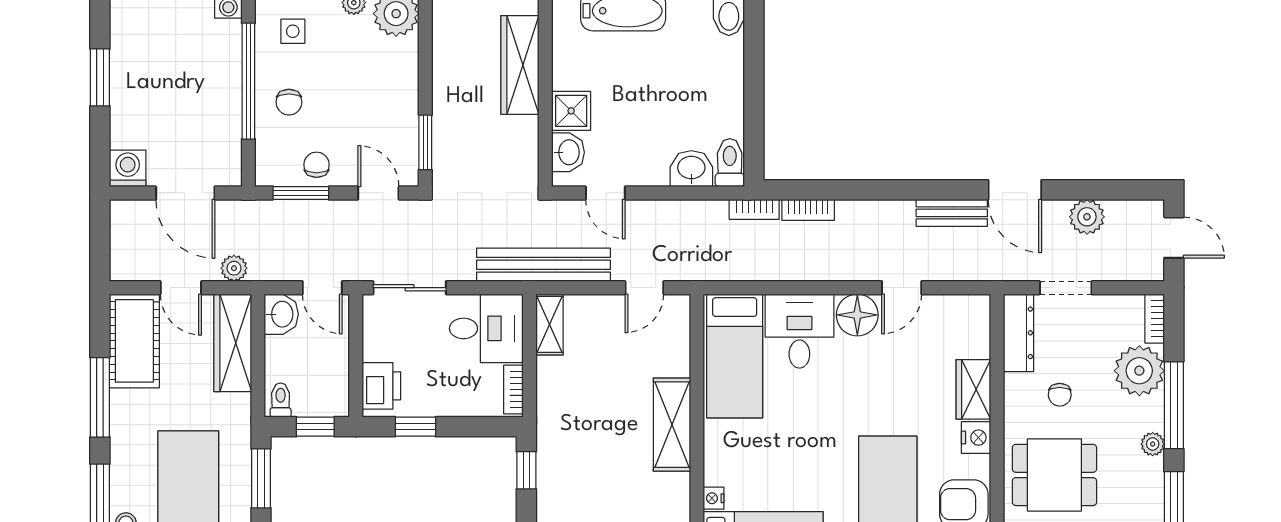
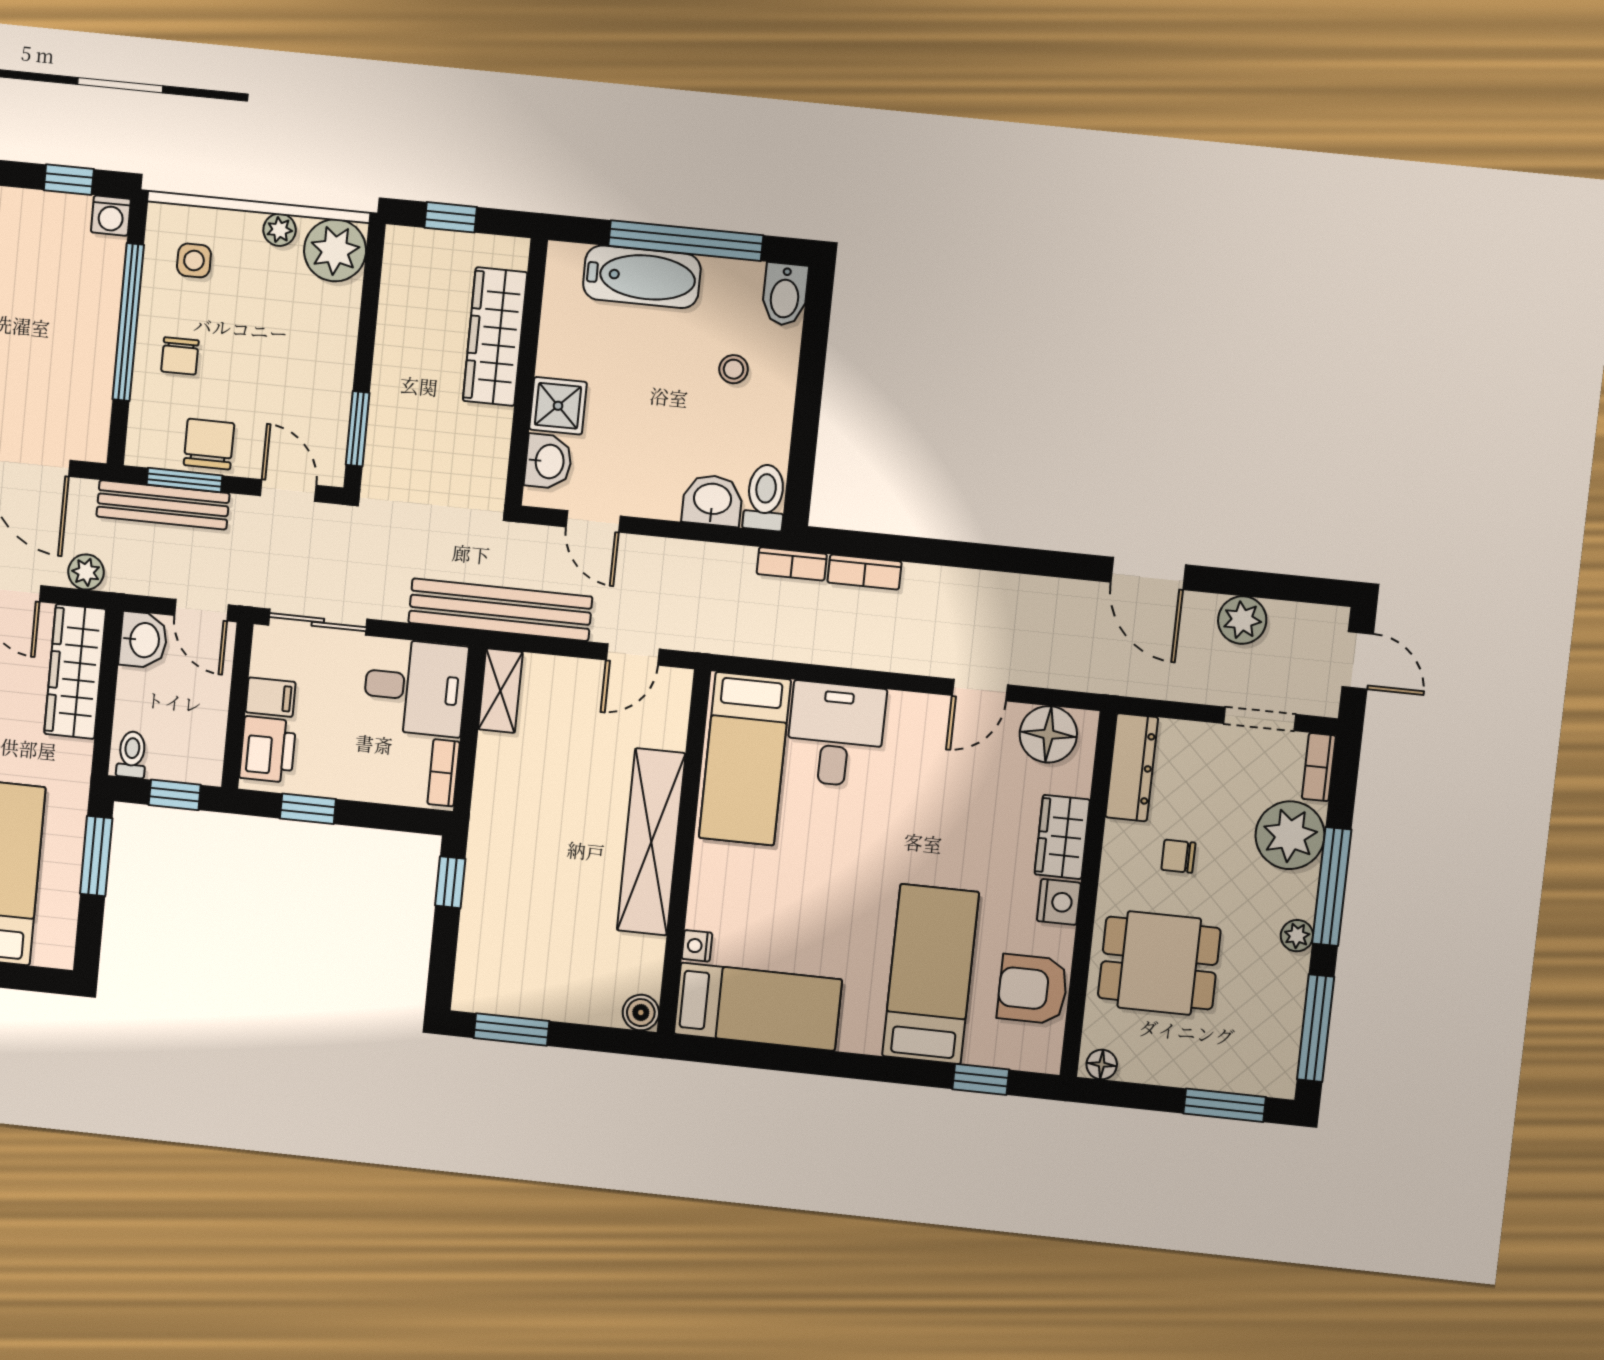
stool: (697, 71) -> (734, 369), added
chair: (317, 165) -> (209, 444), width x1.37, depth x1.37
bench: (952, 213) -> (163, 505), moved, width x1.36
doorway: (1066, 288) -> (1260, 719), moved
floor lamp: (857, 315) -> (1048, 734), moved
filing cabinet: (380, 347) -> (270, 697), added
chair: (1060, 395) -> (1178, 856), turned 89
shelving: (672, 425) -> (651, 842), width x1.47

